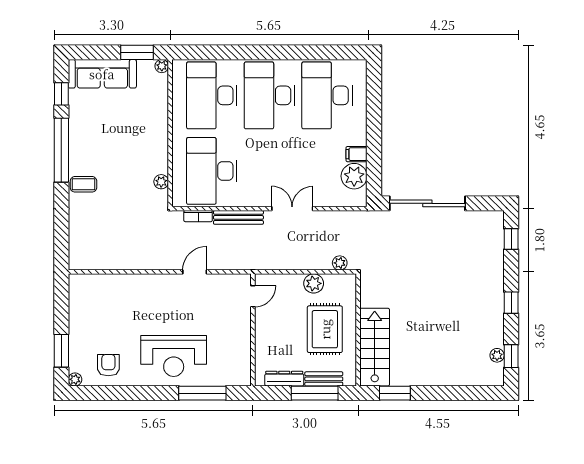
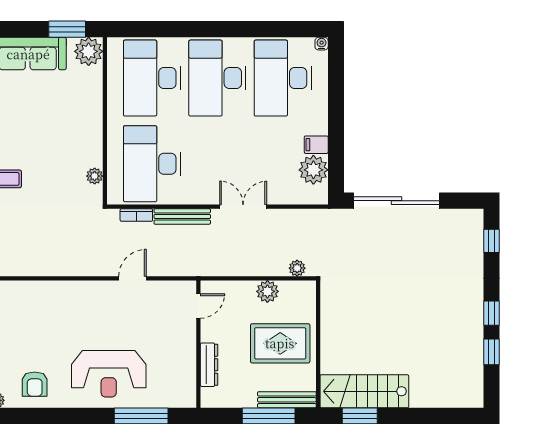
water cooler: (361, 65) -> (322, 44), added
plant: (162, 66) -> (89, 51), width x1.87, depth x1.87
rug: (325, 329) -> (280, 343), turned 90
stairs: (375, 347) -> (364, 391), moved, turned -90
plant: (497, 355) -> (476, 373), removed
window: (511, 356) -> (491, 352), moved
armchair: (108, 365) -> (35, 384), turned 180
dresser: (284, 379) -> (209, 365), moved, turned 90
bench: (324, 379) -> (287, 400), width x1.36

